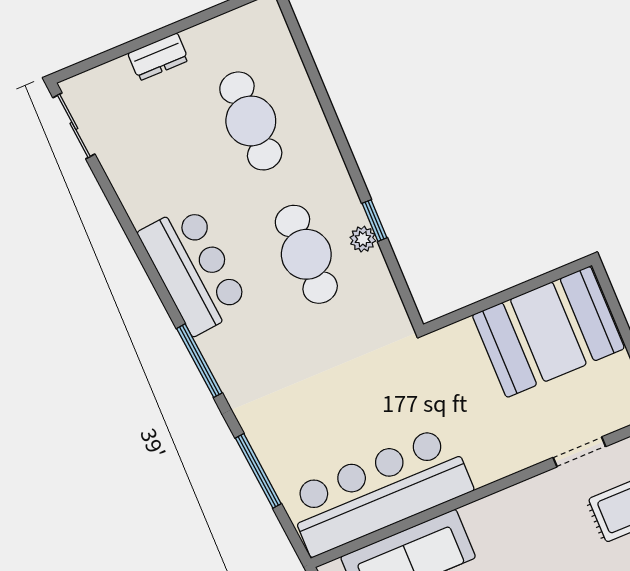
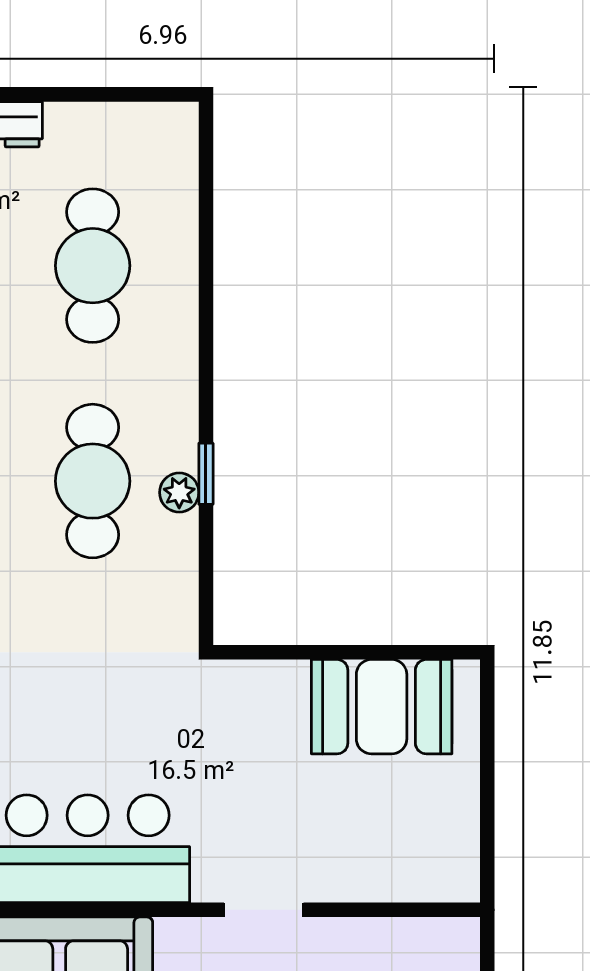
booth: (548, 332) -> (382, 707), width x0.73, depth x0.70
doorway: (579, 452) -> (264, 910), moved

